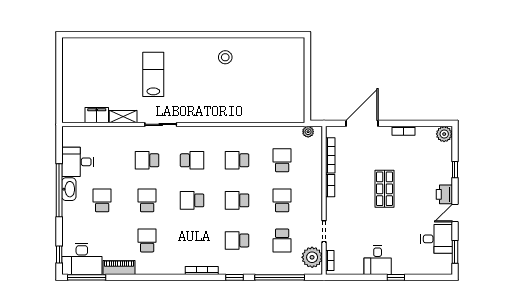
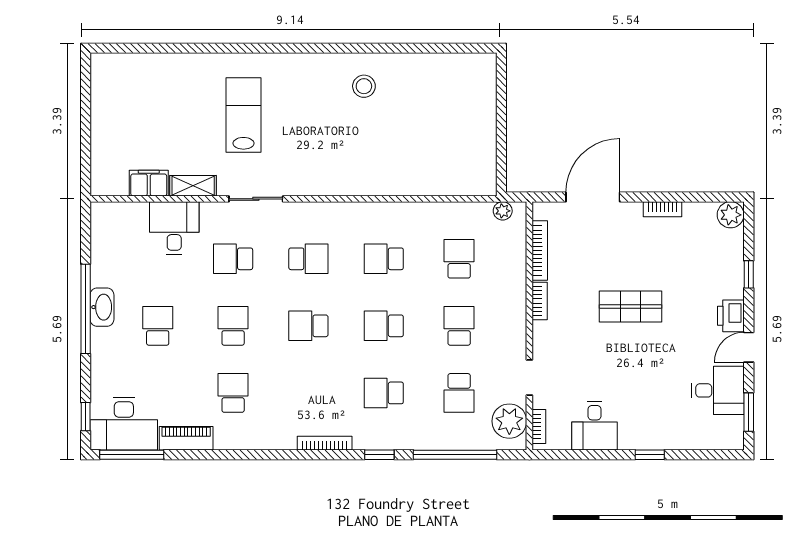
desk: (78, 162) -> (174, 228), moved, turned 90
shop shelf: (384, 189) -> (631, 306), turned 90
desk: (378, 260) -> (594, 426), moved

